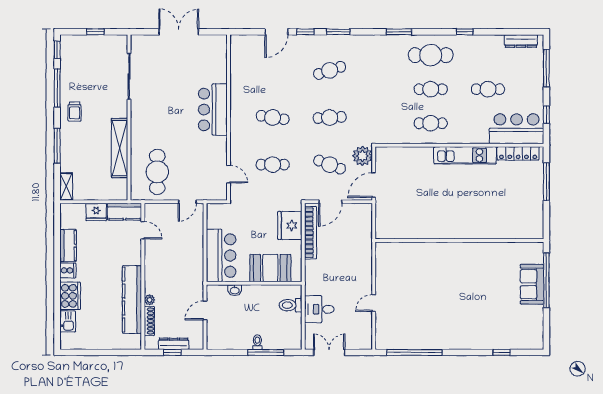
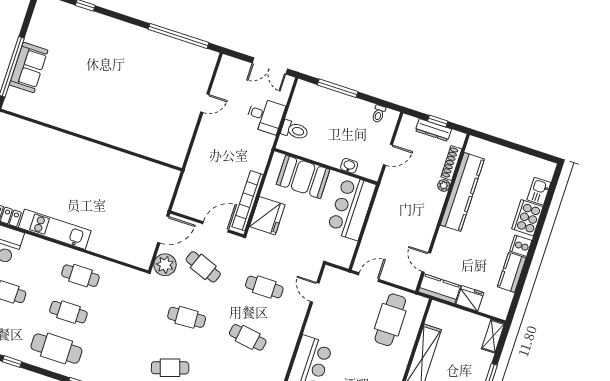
toilet: (257, 342) -> (379, 114), moved

